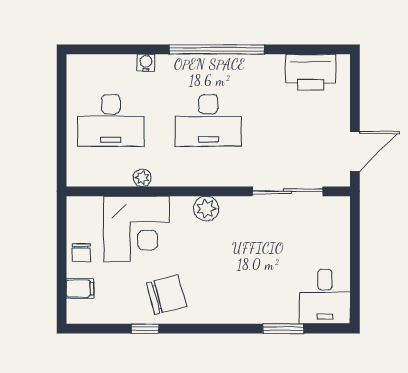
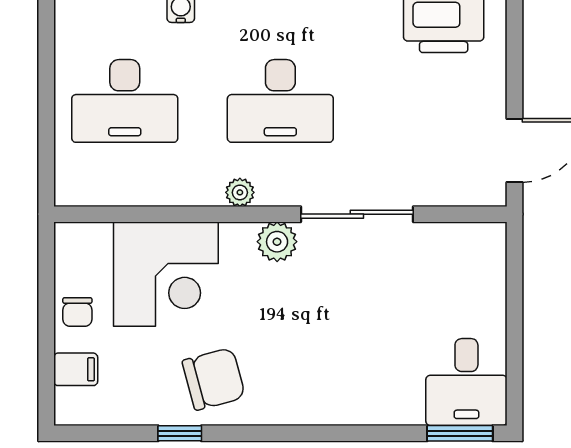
plant: (142, 178) -> (240, 192), moved
sliding door: (287, 191) -> (357, 214), moved
window: (283, 329) -> (460, 433), moved

